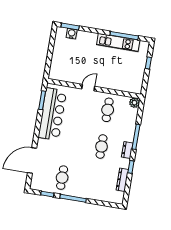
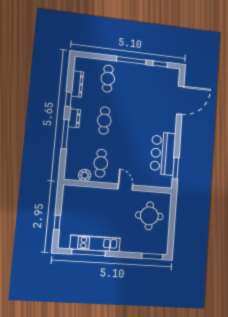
water cooler: (72, 34) -> (150, 248), removed
round table: (69, 61) -> (149, 216), added
door: (88, 88) -> (125, 187), swing flipped
plant: (134, 103) -> (85, 175), moved
bar counter: (52, 114) -> (163, 153), width x0.73
cafe table: (62, 178) -> (108, 79), moved

